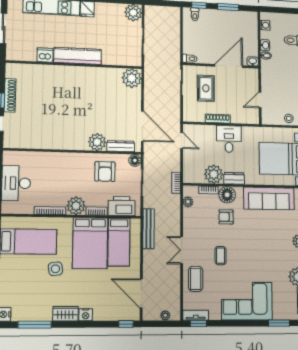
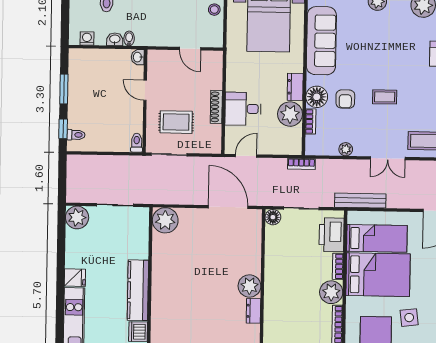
door: (229, 66) -> (145, 90), width x0.53
door: (142, 126) -> (228, 207), hinge flipped
desk: (229, 139) -> (243, 109), moved
plant: (97, 142) -> (249, 286), moved
dresser: (121, 146) -> (253, 311), moved, width x0.70
armchair: (105, 171) -> (288, 256), removed
plant: (188, 202) -> (346, 149), moved
coffee table: (221, 256) -> (385, 97), moved

